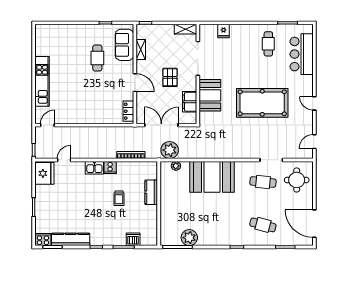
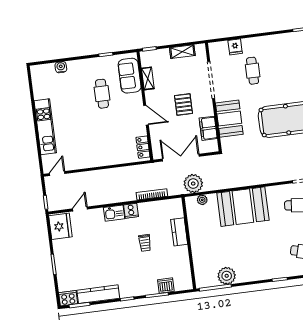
water cooler: (63, 29) -> (61, 67), added
shelving: (185, 29) -> (182, 52), moved
cafe table: (268, 44) -> (253, 71), moved

